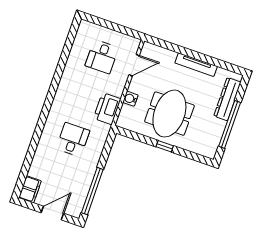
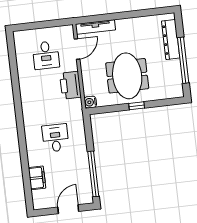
tv unit: (196, 65) -> (95, 27), moved
water cooler: (130, 99) -> (90, 102), moved
printer: (107, 109) -> (70, 85), moved
filing cabinet: (30, 189) -> (37, 178), moved

